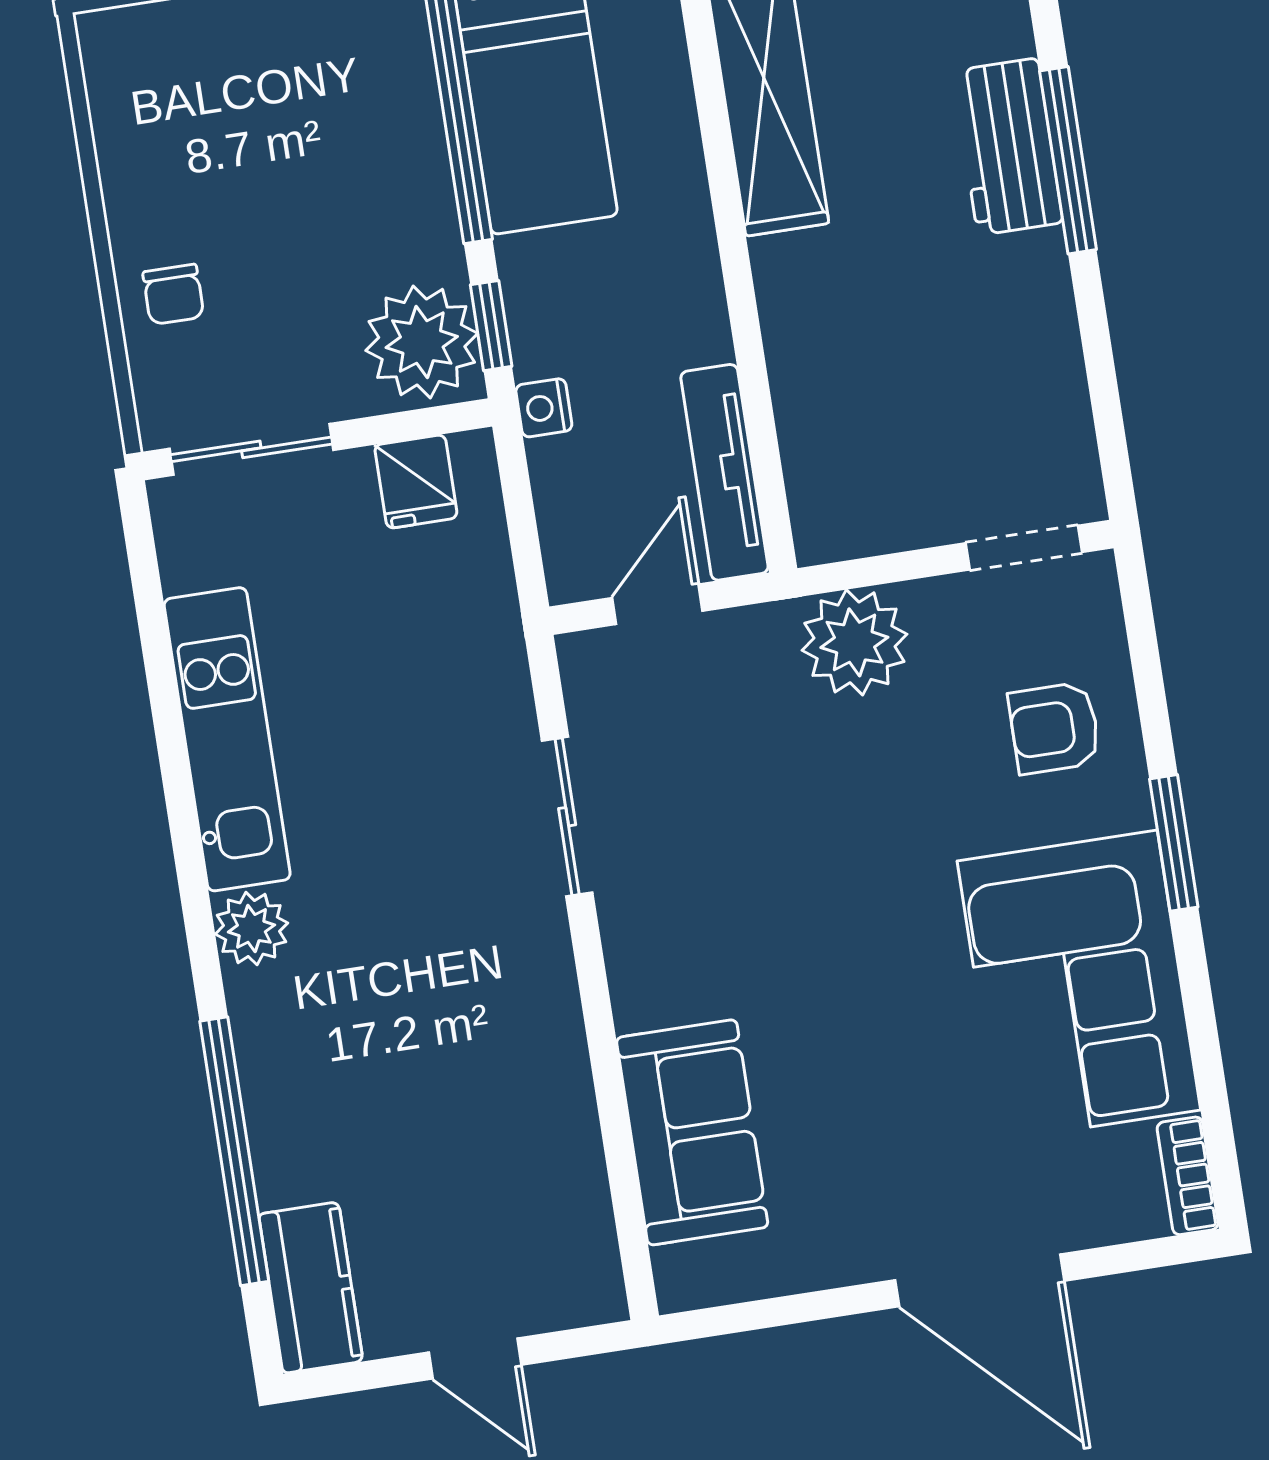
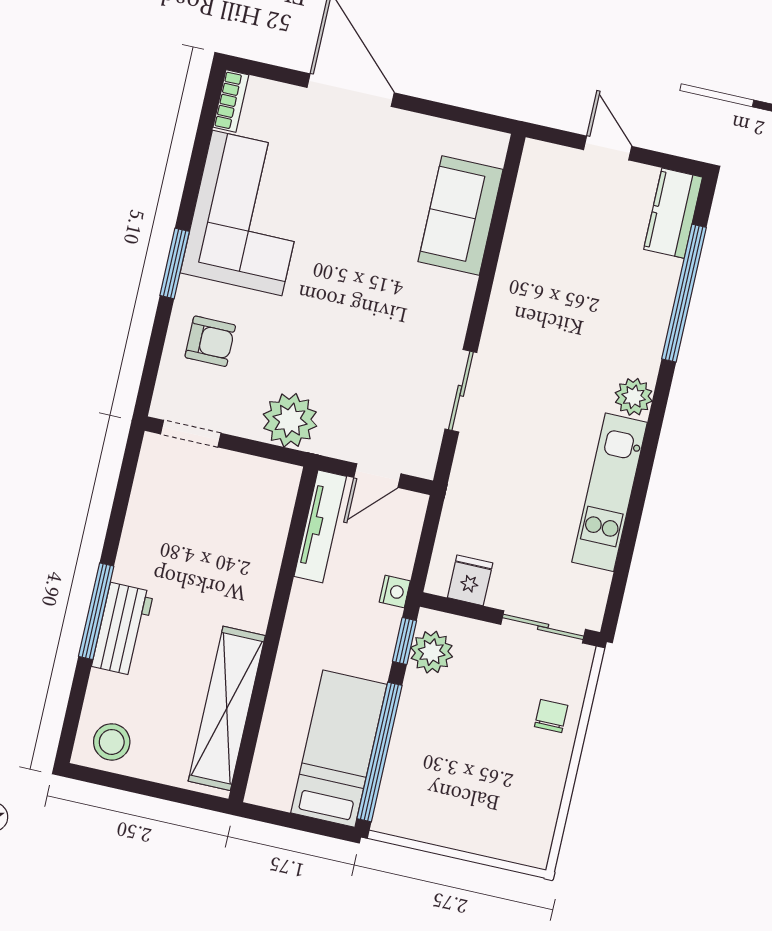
plant: (422, 342) -> (432, 652), width x0.73, depth x0.73

